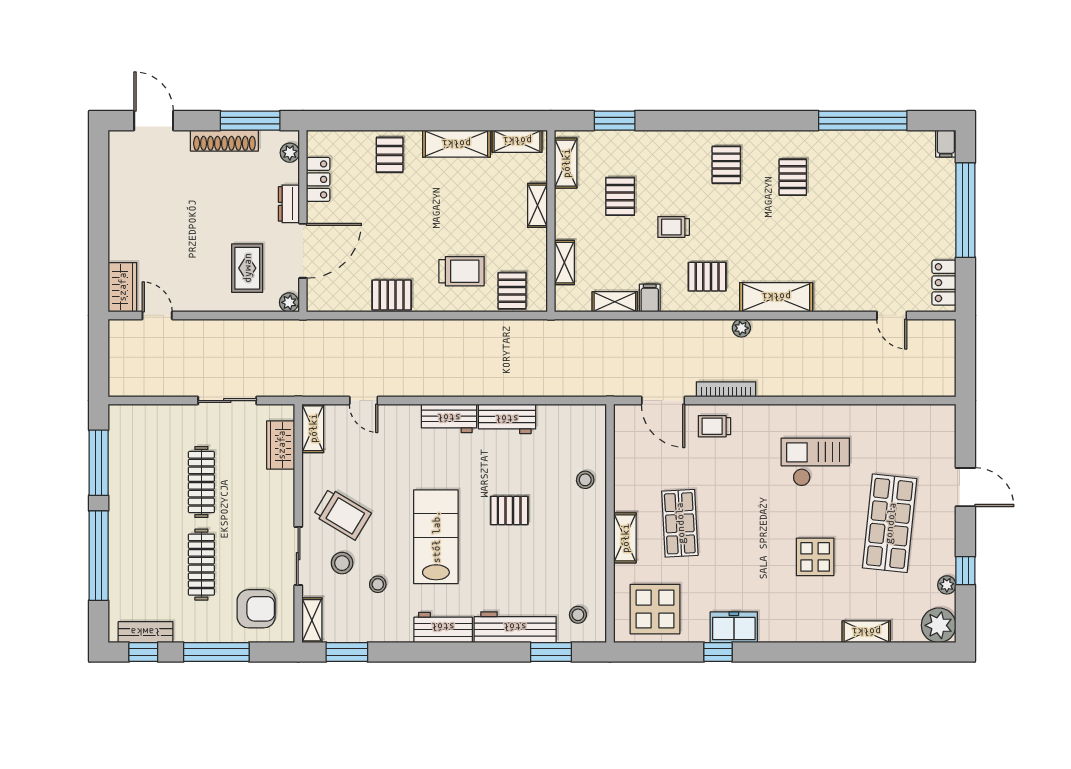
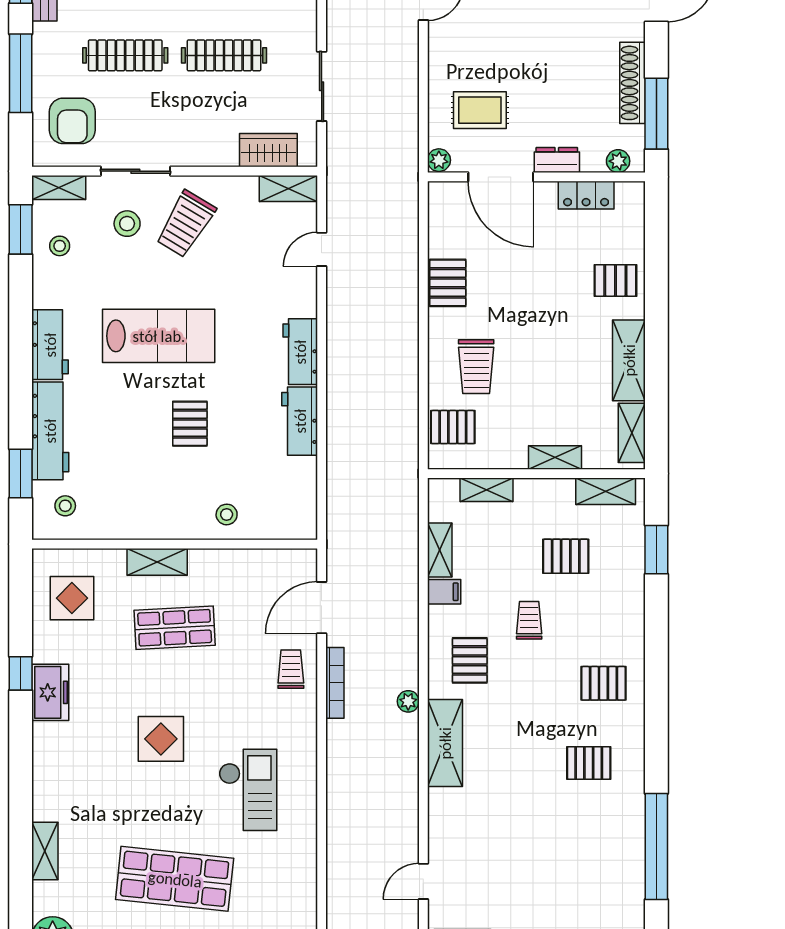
display table: (815, 557) -> (161, 739), moved
stool: (378, 584) -> (60, 246), moved
display table: (655, 609) -> (72, 598), width x0.73, depth x0.73

